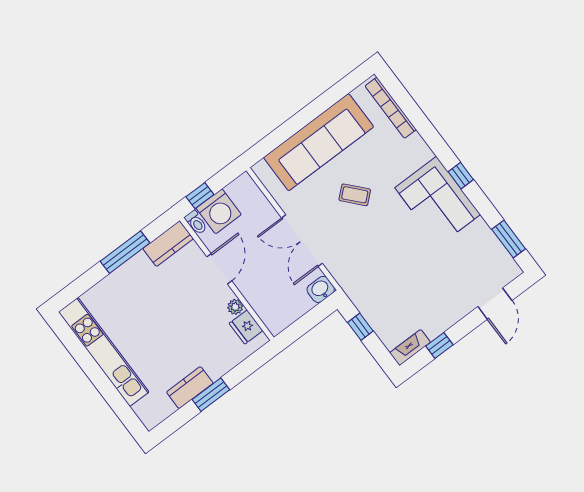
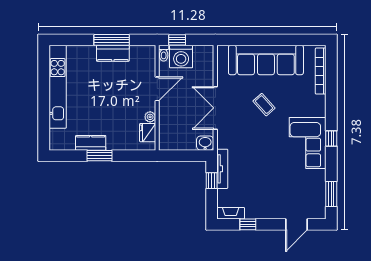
kitchen counter: (168, 244) -> (113, 53), moved
tv unit: (362, 304) -> (222, 169), added

